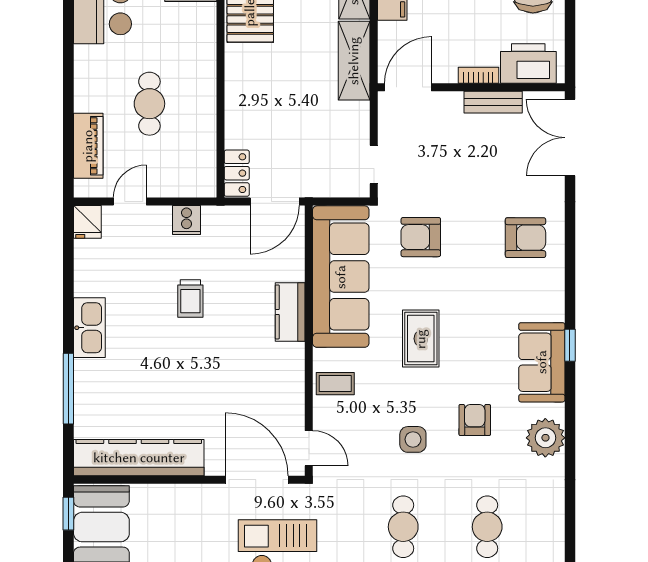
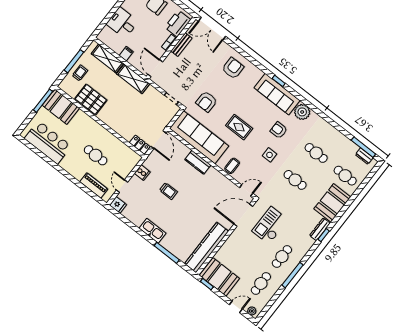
sofa: (542, 362) -> (277, 94), width x1.36

